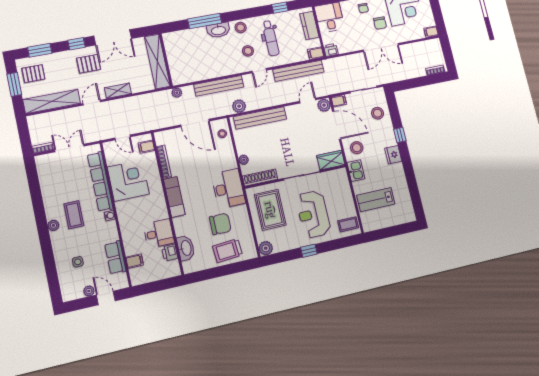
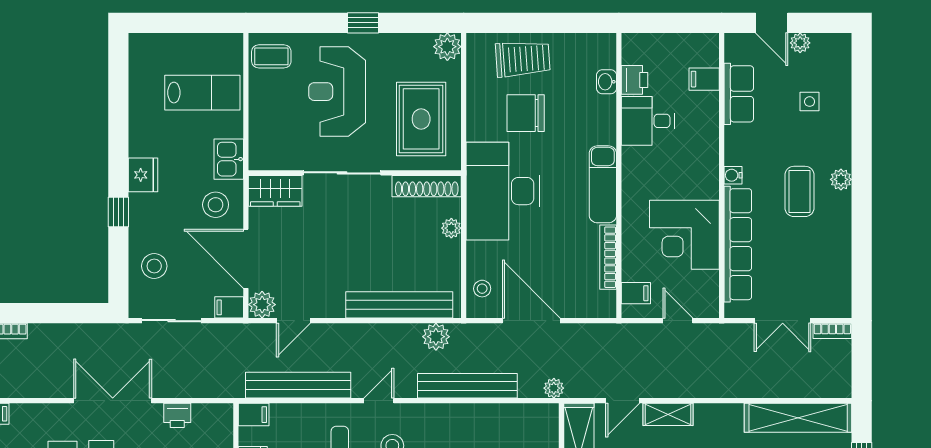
printer: (331, 50) -> (177, 415), moved
door: (92, 103) -> (623, 401), moved
desk: (228, 189) -> (503, 191), width x1.36, depth x1.30
reception desk: (313, 214) -> (337, 92), turned 180
washbasin: (186, 248) -> (607, 82), width x0.52, depth x0.69

